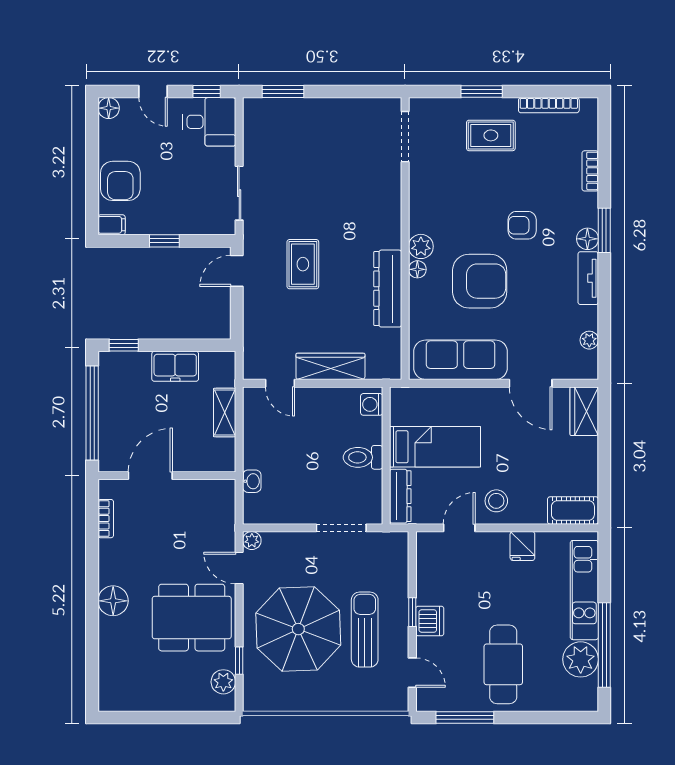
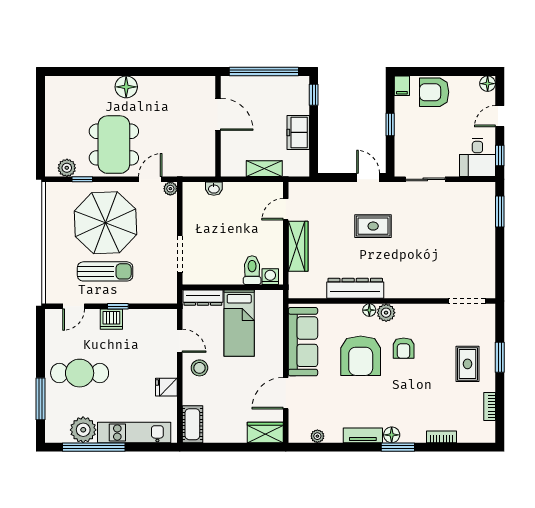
bookcase: (549, 105) -> (490, 406), width x0.64
armchair: (522, 225) -> (404, 348), moved, turned 180
toilet: (363, 457) -> (252, 270), moved
bookcase: (106, 519) -> (187, 82), removed
window: (465, 718) -> (41, 399), moved

